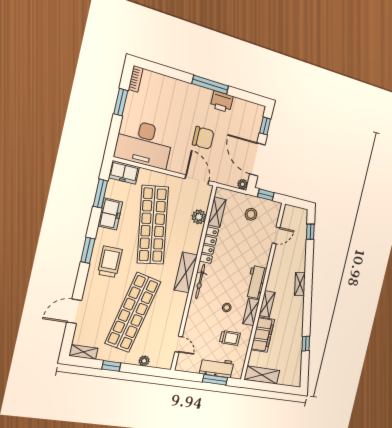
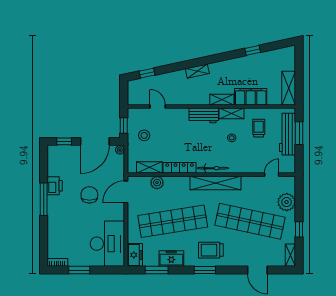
shelving: (186, 273) -> (216, 183), width x1.47
plant: (144, 361) -> (287, 202), width x1.87, depth x1.87
workbench: (217, 367) -> (288, 134), width x1.38

